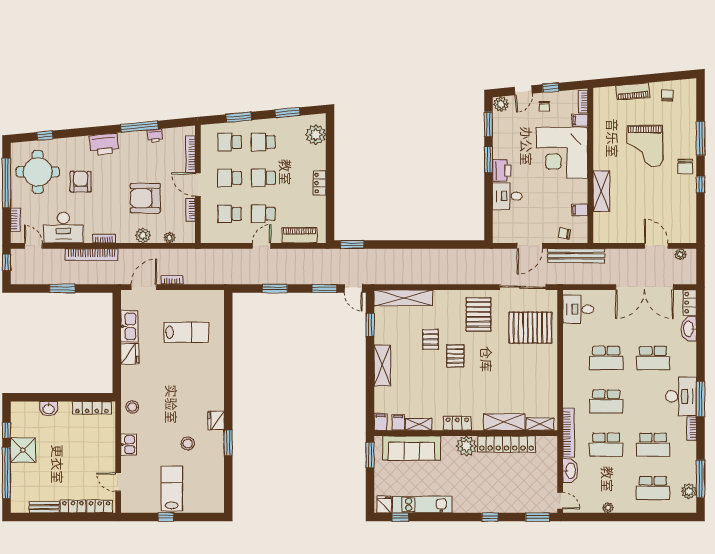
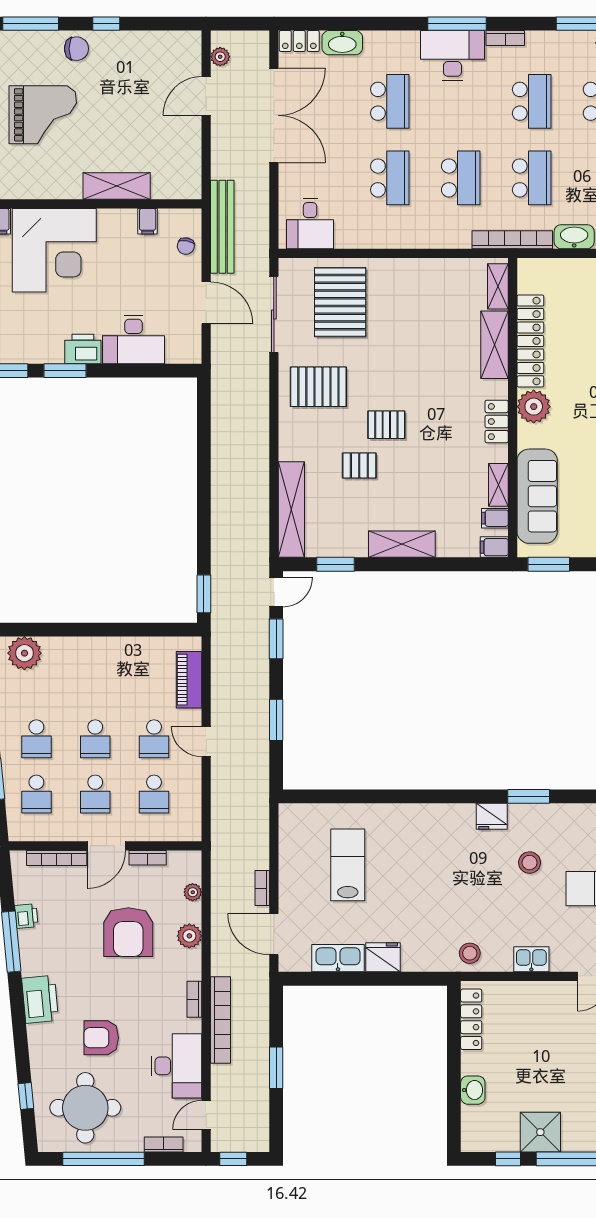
locker: (320, 183) -> (104, 647), removed
desk: (507, 196) -> (133, 340), width x1.37

